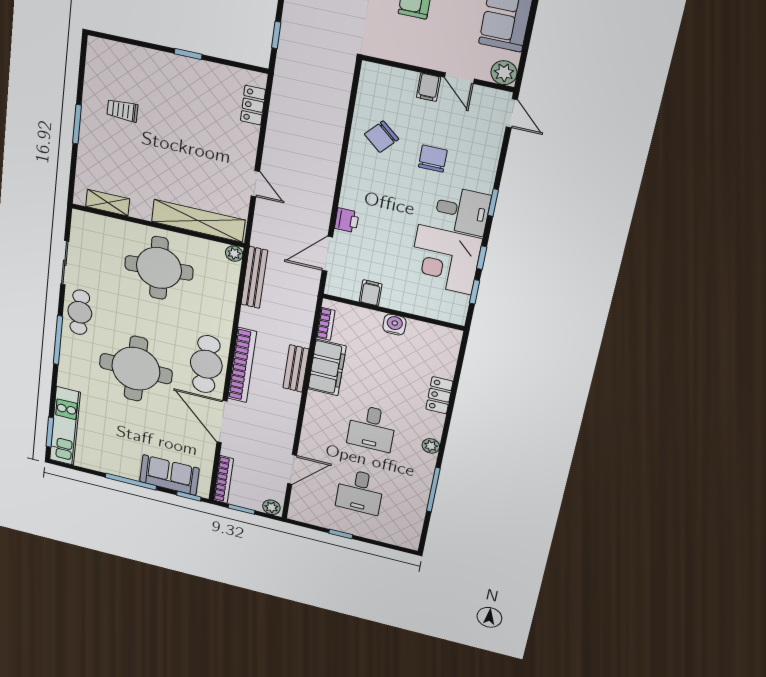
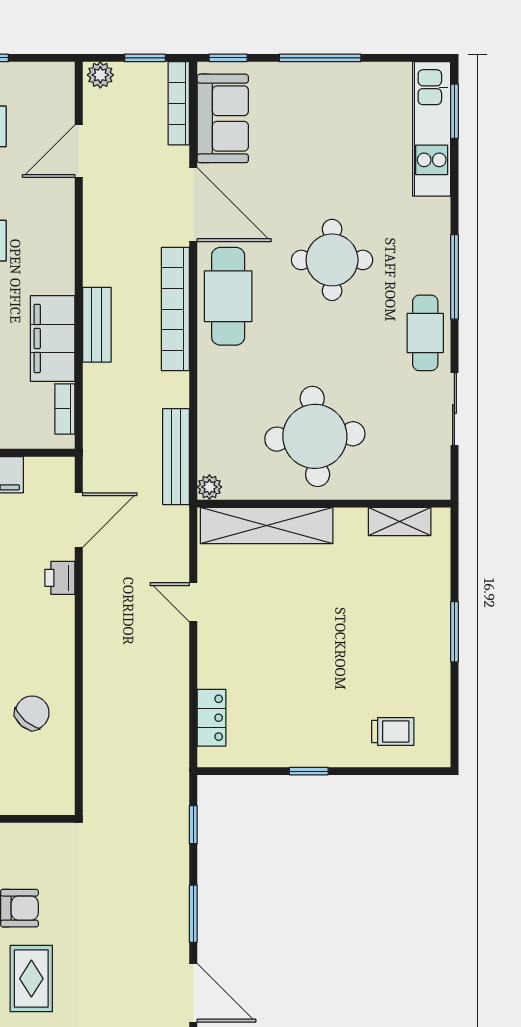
trolley: (122, 110) -> (393, 731), moved
round table: (136, 369) -> (332, 260), width x0.73, depth x0.73
sofa: (169, 475) -> (223, 118), moved, turned -90

